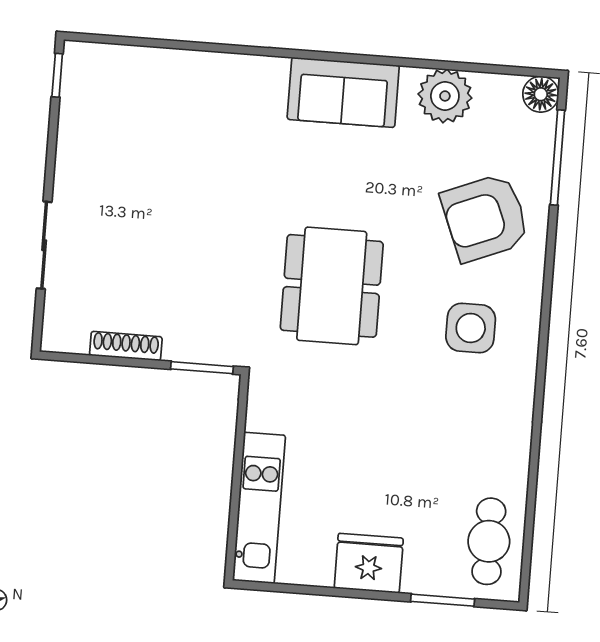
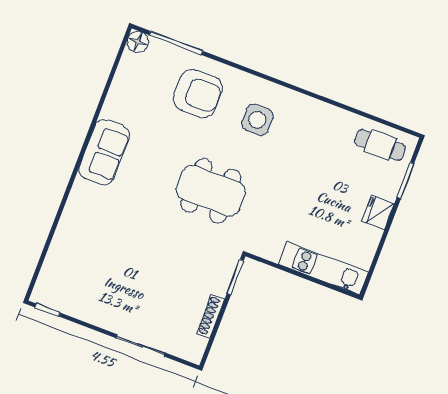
plant: (445, 96) -> (123, 96), removed
armchair: (485, 218) -> (198, 93), turned -68
fridge: (369, 563) -> (378, 213), width x0.73, depth x0.75

